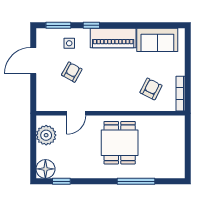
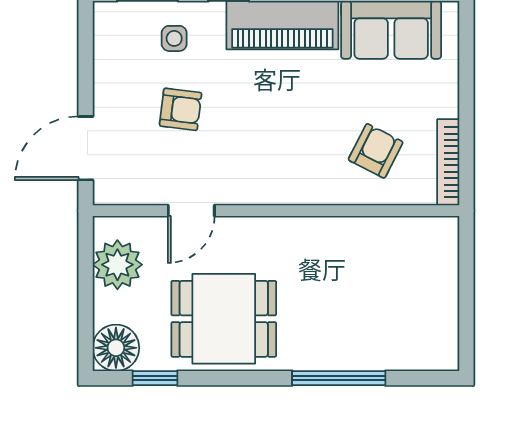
door: (33, 61) -> (86, 148), moved
armchair: (72, 72) -> (181, 109), turned 68
dining table: (120, 143) -> (224, 319), moved, turned 90

